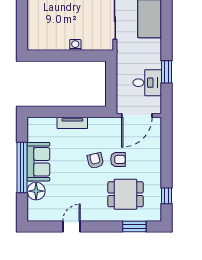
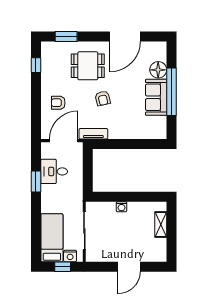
shelving: (33, 26) -> (161, 224), added
tv unit: (72, 123) -> (93, 134), moved
armchair: (118, 159) -> (58, 103), moved
dining table: (126, 194) -> (88, 66), moved
door: (72, 227) -> (125, 37), width x1.88

